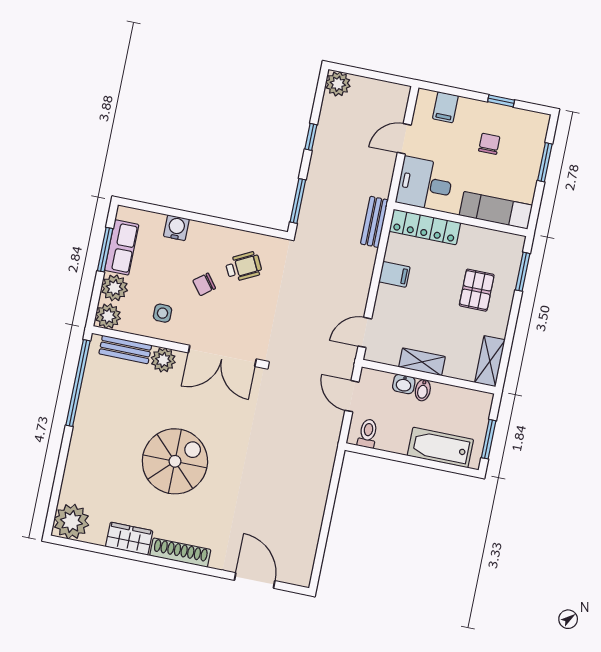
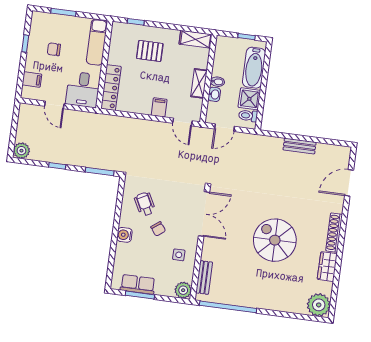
bench: (374, 222) -> (300, 146), moved
water cooler: (176, 228) -> (124, 235), moved
window: (523, 272) -> (136, 22), width x0.67
filing cabinet: (394, 274) -> (159, 107), moved
plant: (114, 288) -> (164, 287), removed
plant: (163, 360) -> (209, 252), removed
shower: (393, 437) -> (249, 99), added
window: (489, 439) -> (246, 37), width x0.67

